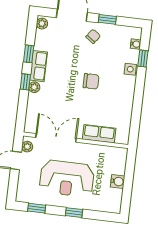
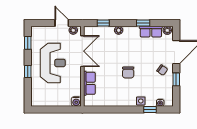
row of seats: (39, 66) -> (151, 32), moved
window: (25, 82) -> (103, 23), moved
reception desk: (67, 178) -> (53, 63), turned 180
water cooler: (118, 181) -> (76, 102), moved

